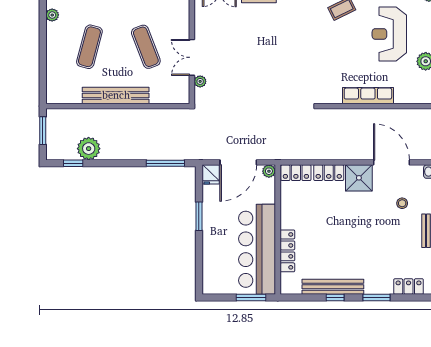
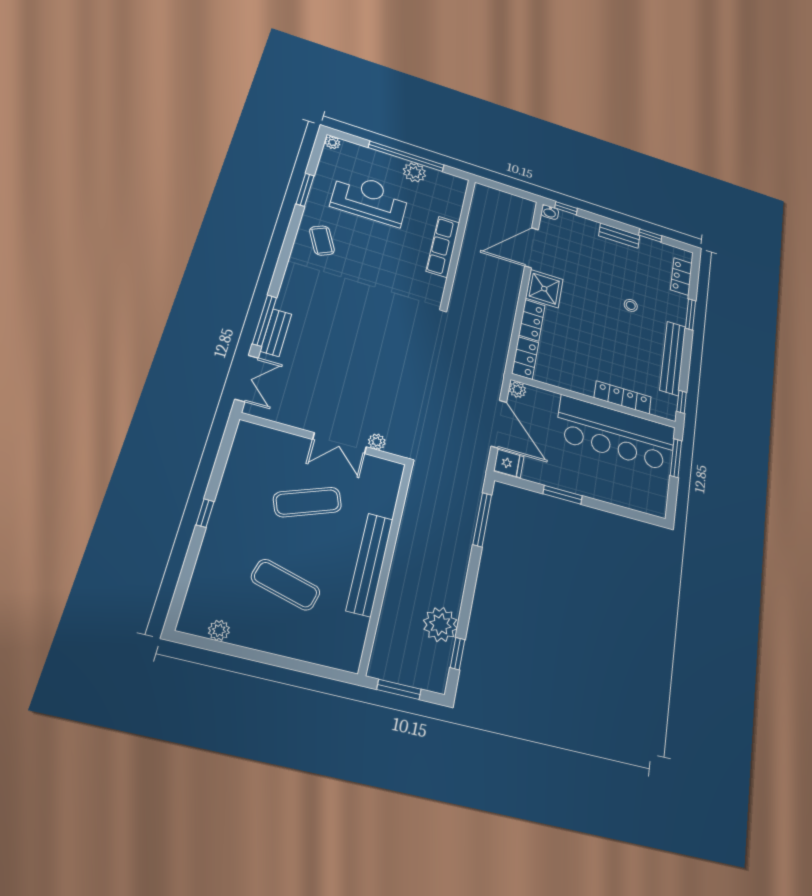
reception desk: (389, 34) -> (370, 199), turned 180
stool: (402, 203) -> (631, 305), moved
window: (335, 297) -> (682, 402), moved

